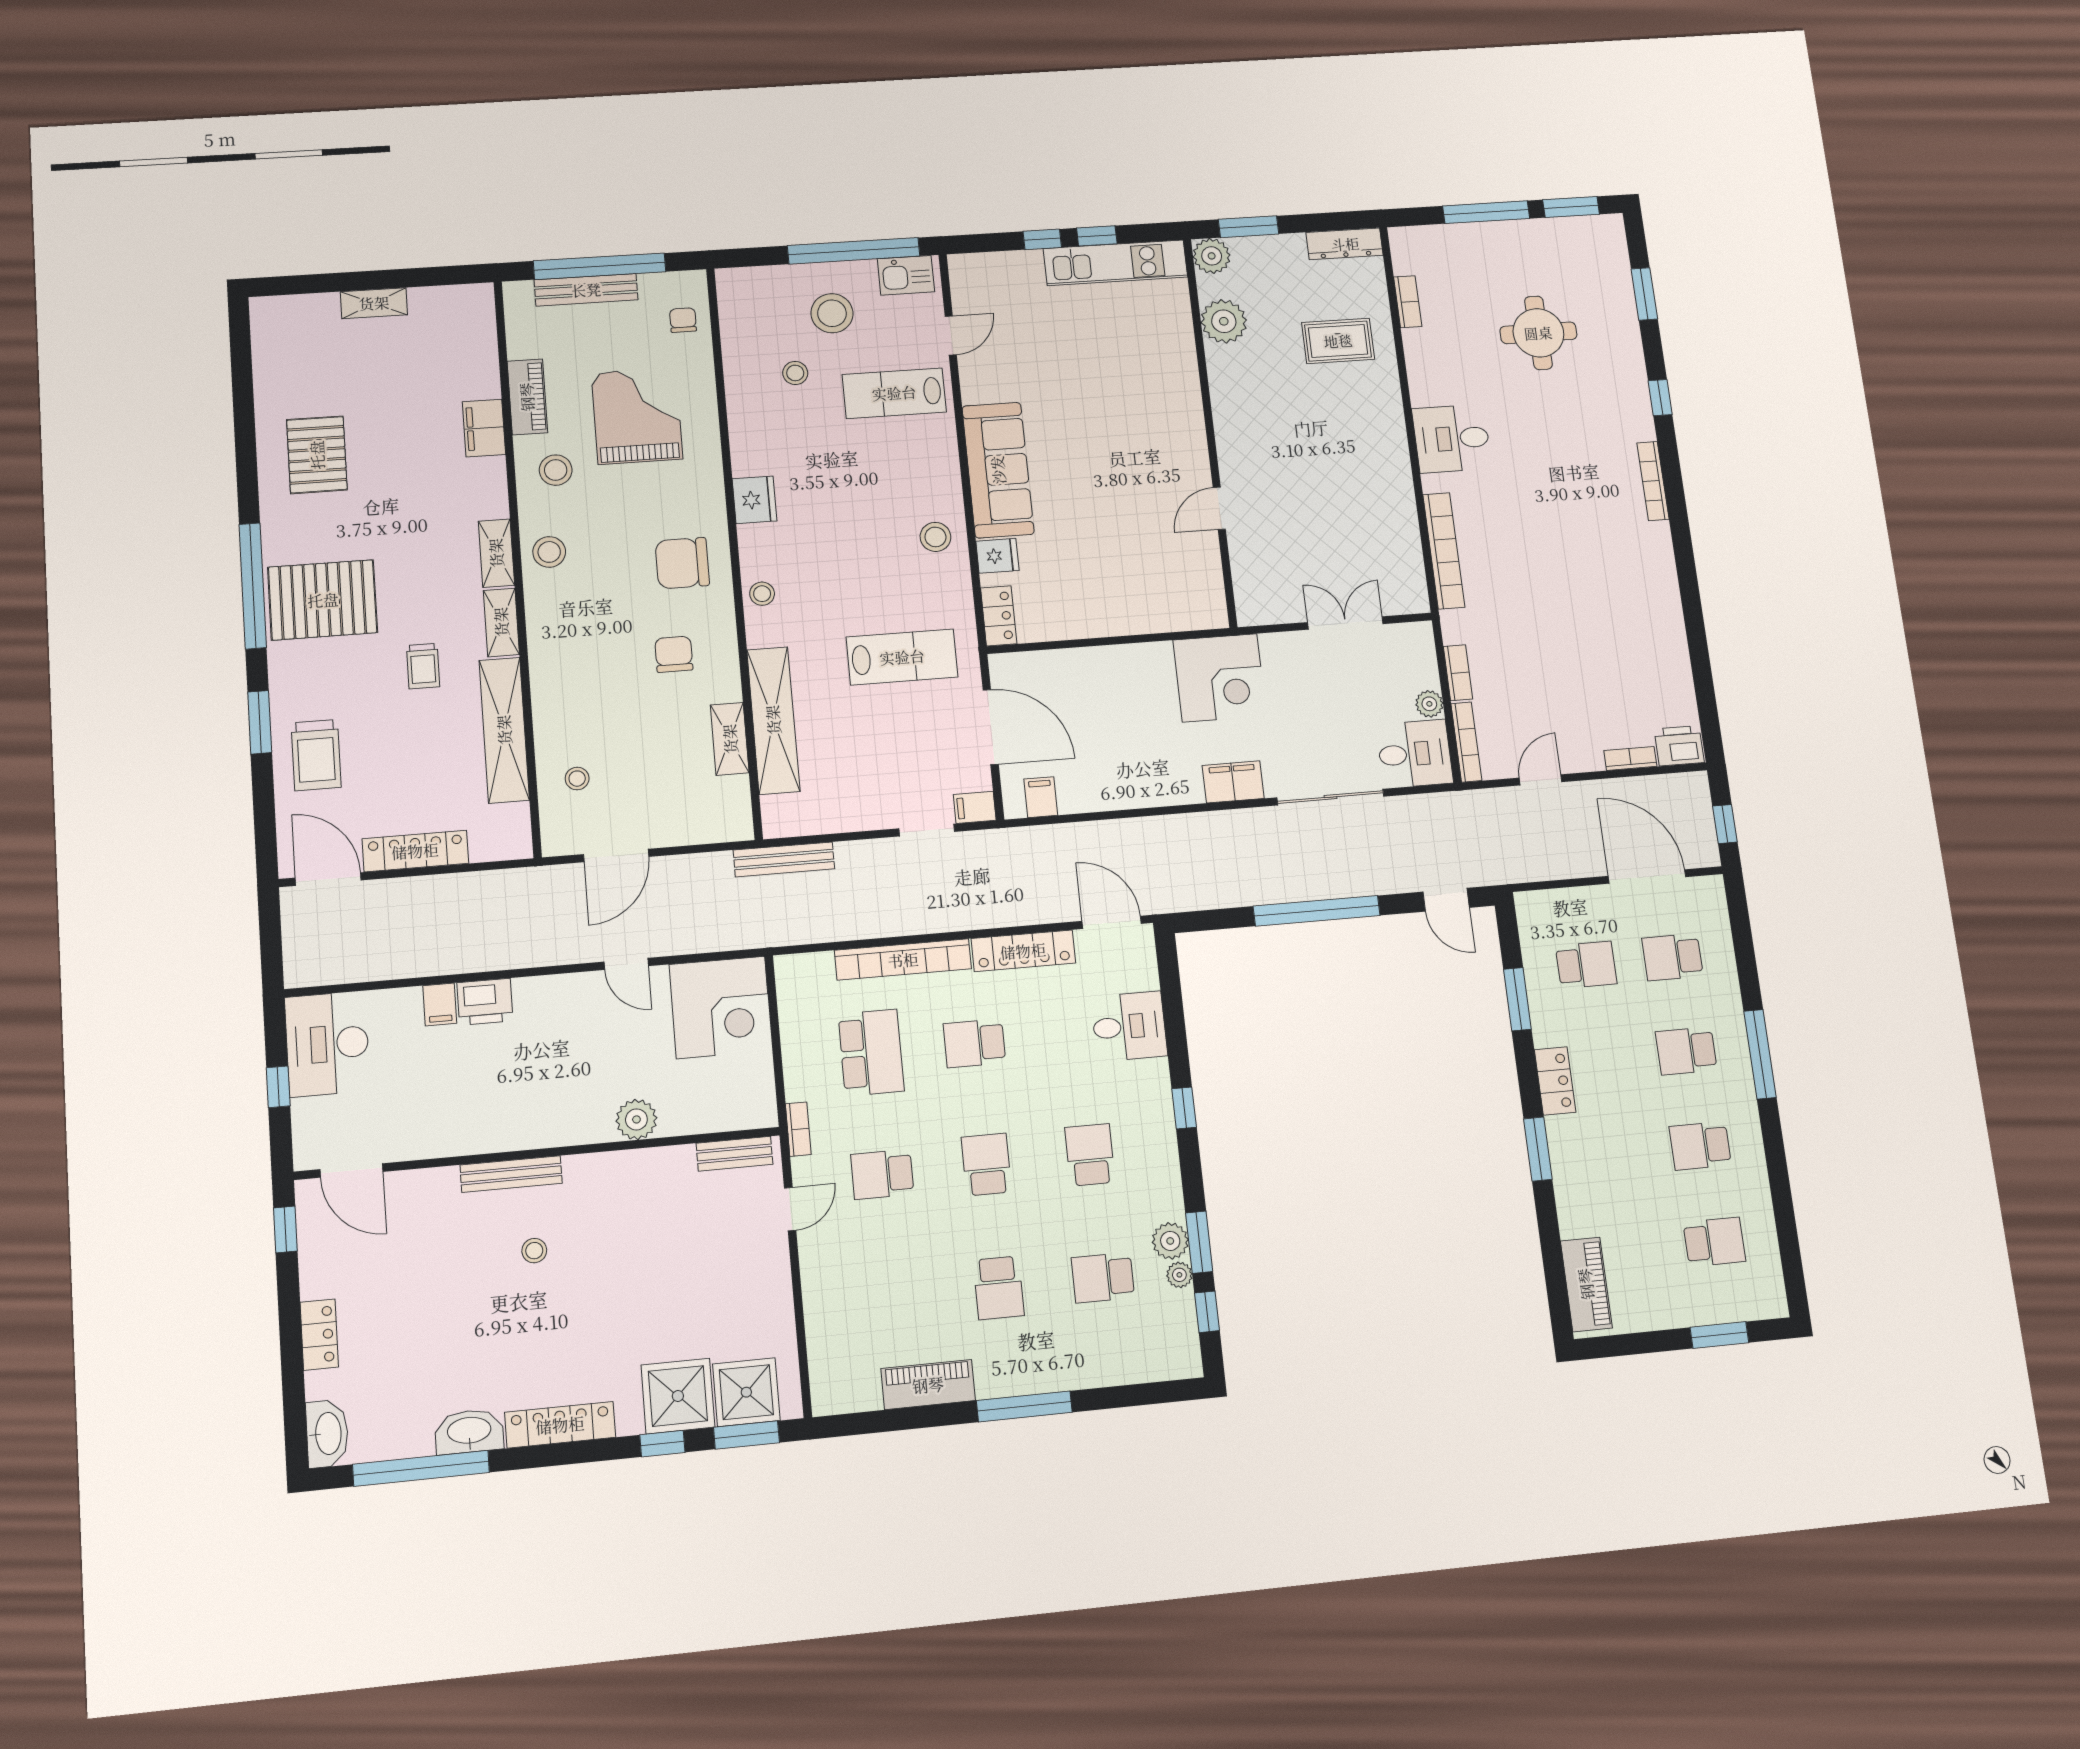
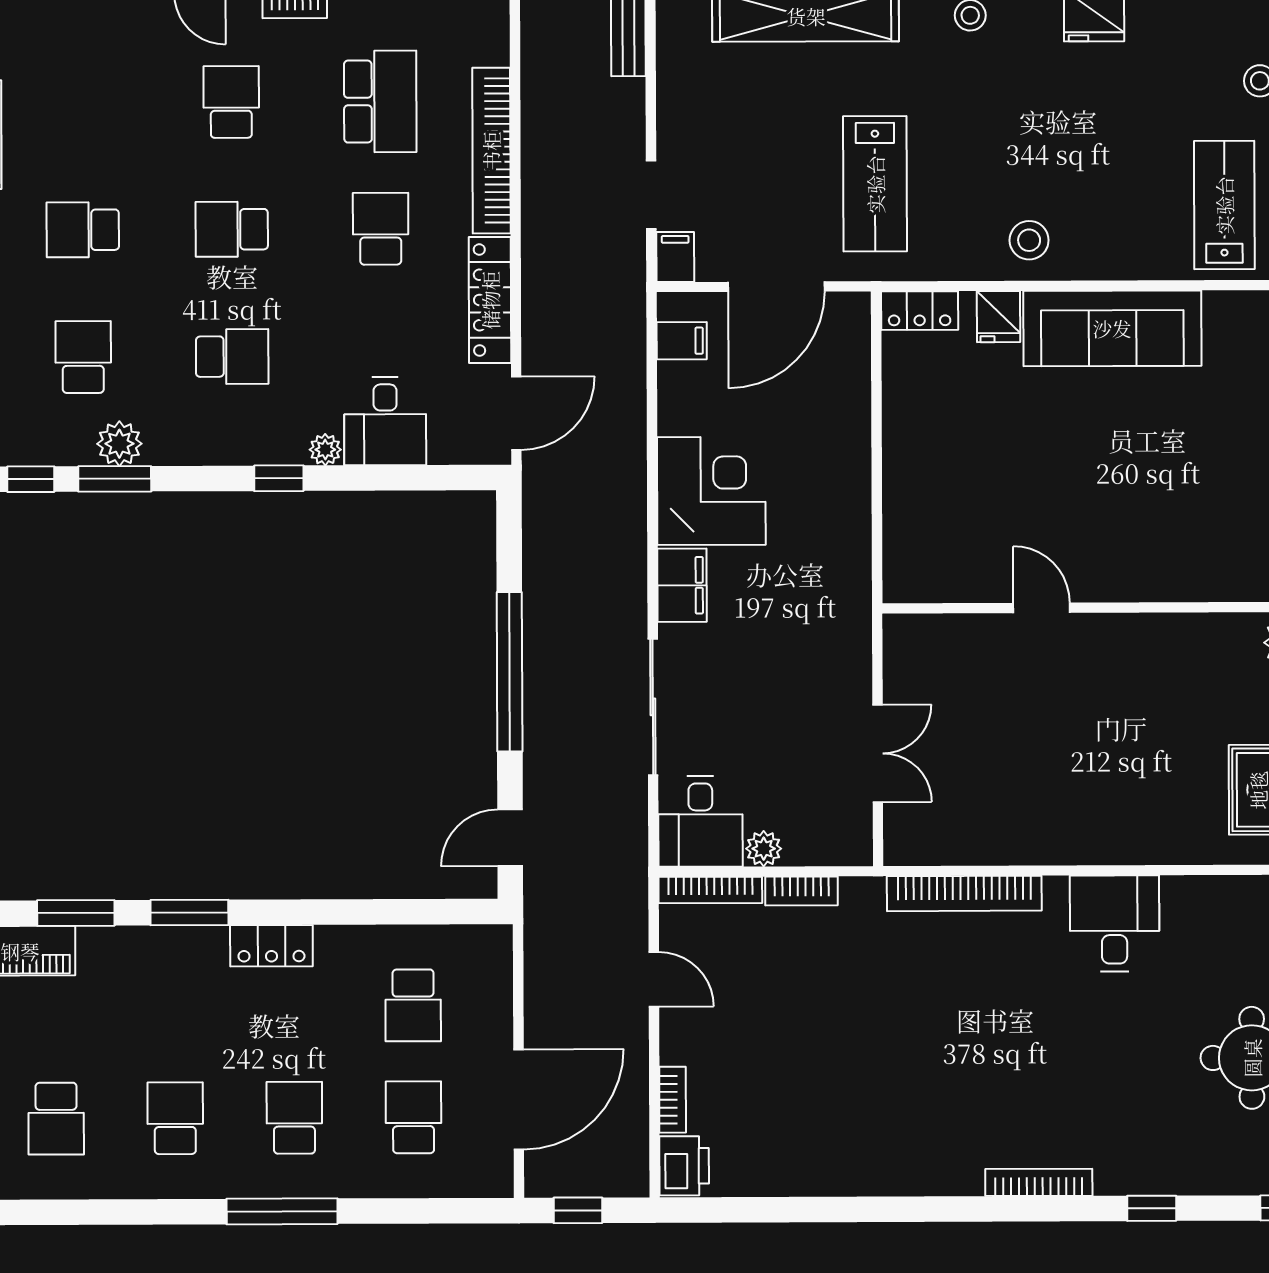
corner desk: (1220, 678) -> (711, 491), moved, turned 180
window: (1517, 999) -> (76, 913), moved
school desk: (871, 1052) -> (380, 101), turned -90
school desk: (986, 1165) -> (232, 229), turned 180
plant: (1179, 1275) -> (325, 450), moved

